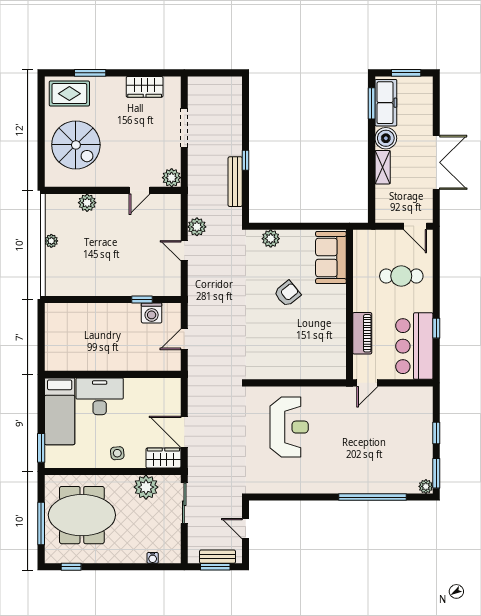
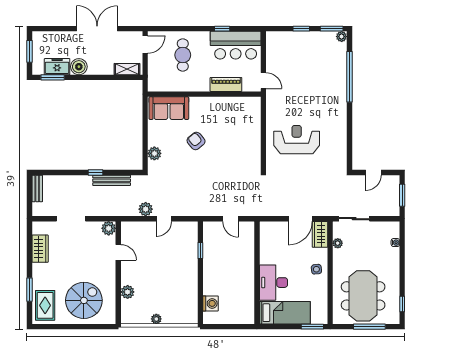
freezer: (386, 103) -> (57, 67), width x0.71
shelving: (383, 167) -> (127, 69), moved
washing machine: (152, 313) -> (211, 303), moved
plant: (146, 487) -> (338, 243), width x0.53, depth x0.53
bench: (217, 557) -> (37, 188), moved

